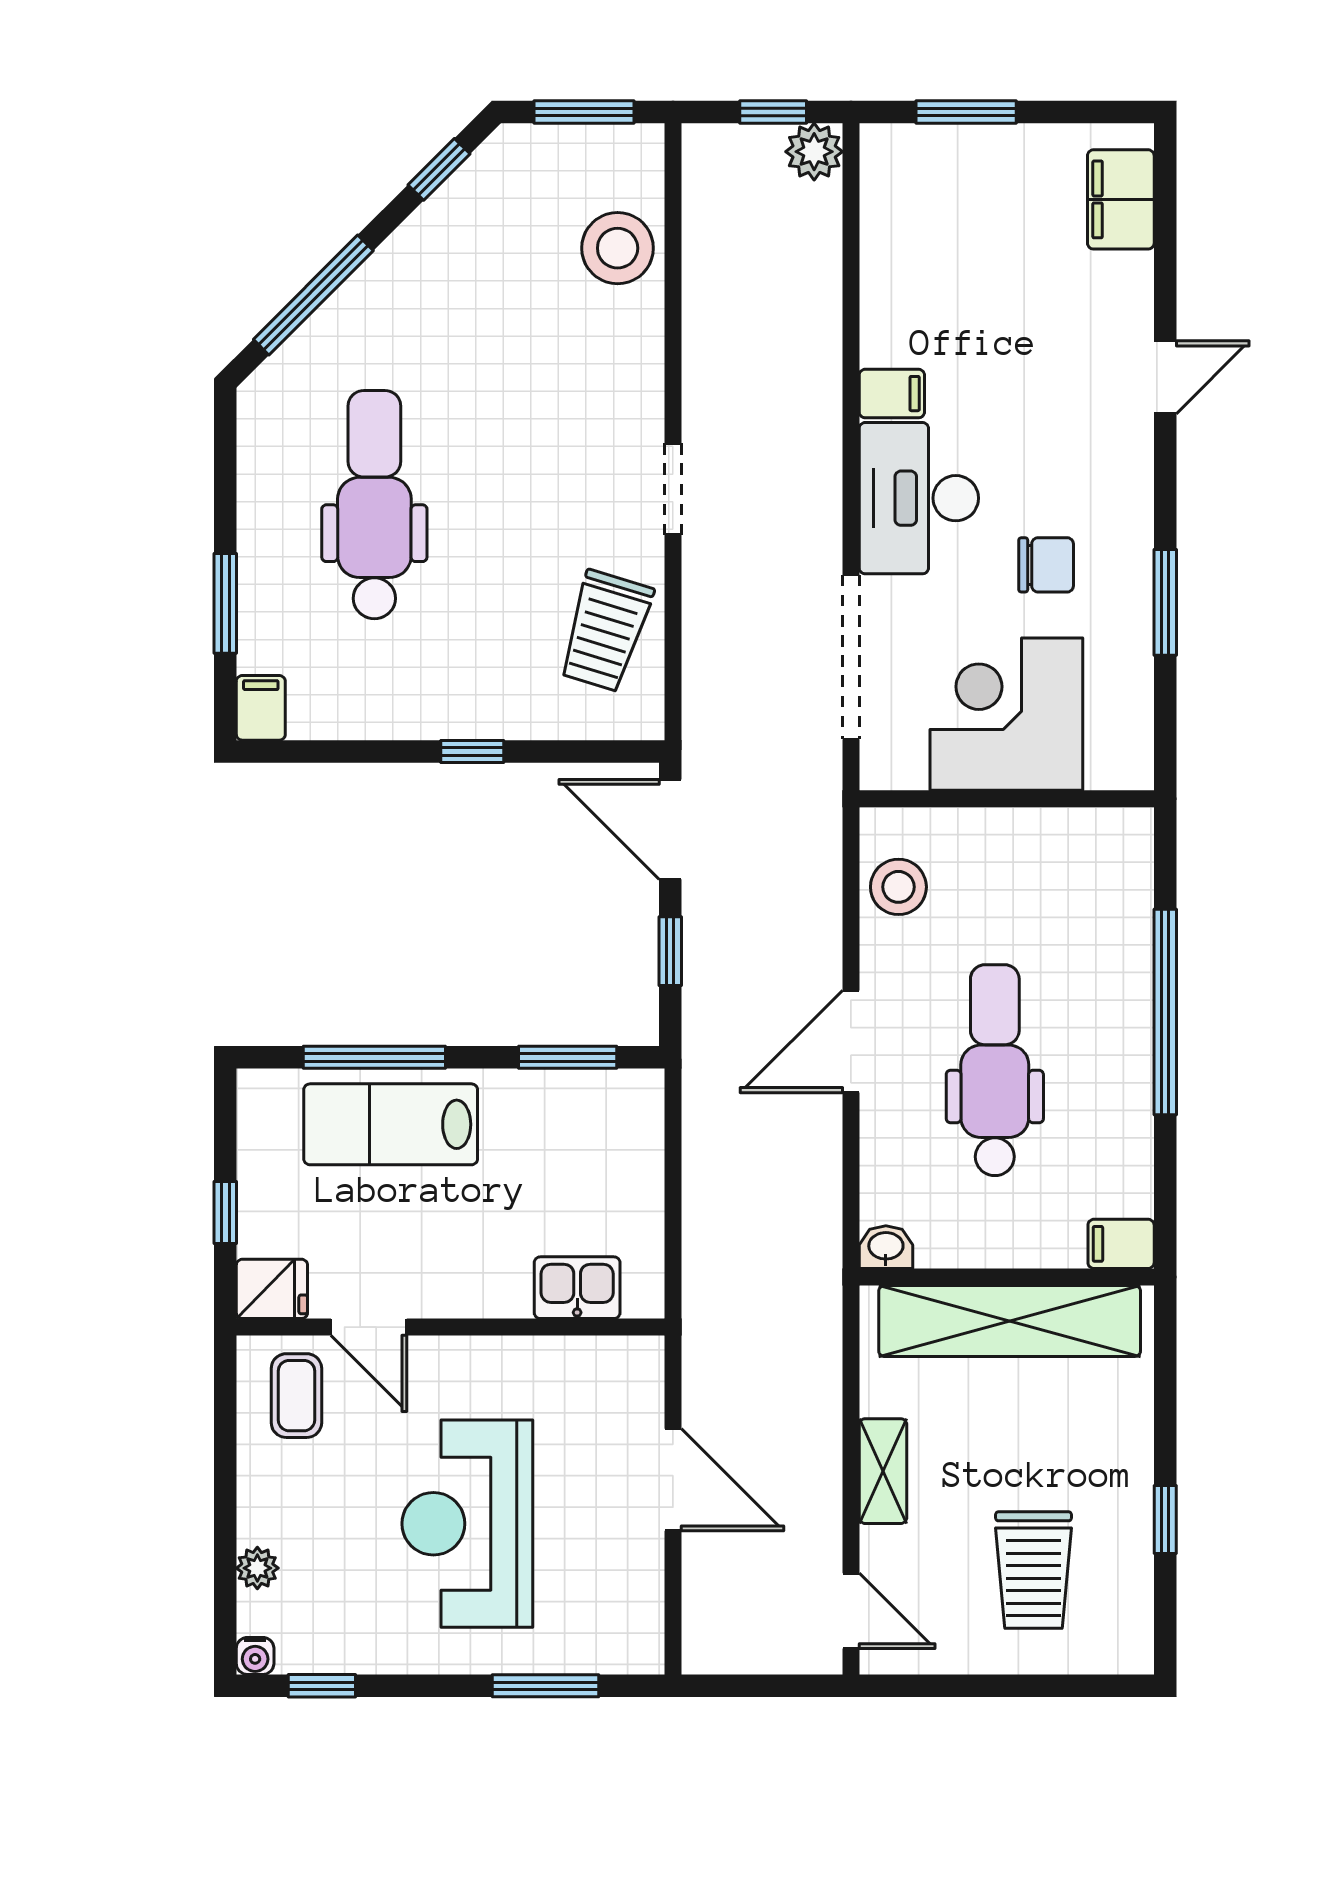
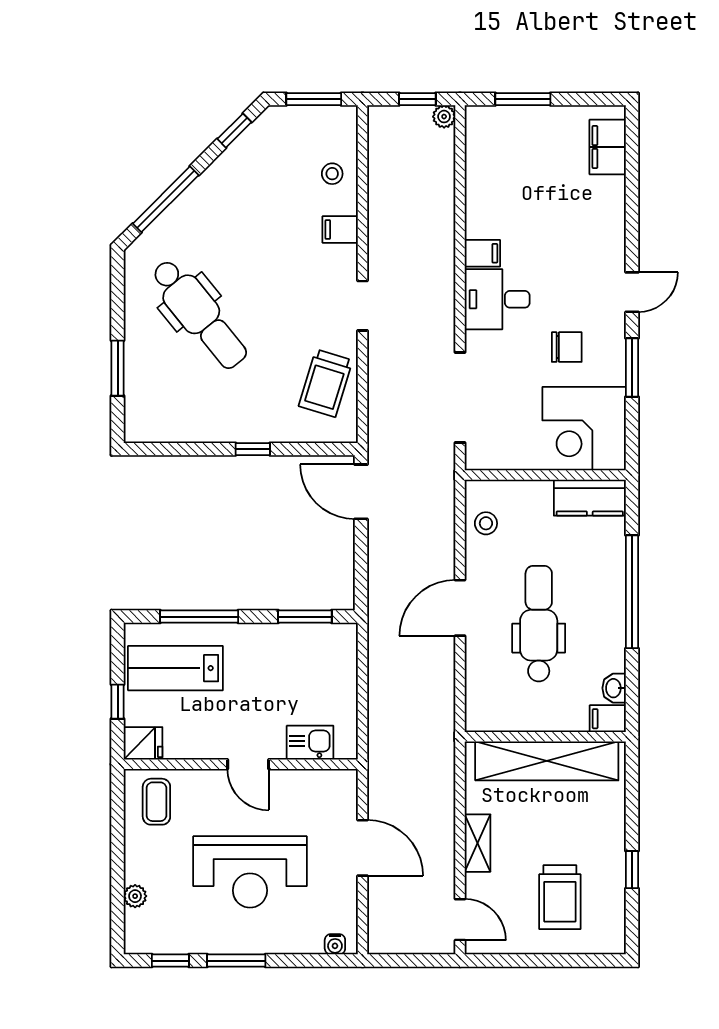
plant: (814, 152) -> (444, 117), width x0.73, depth x0.73
stool: (618, 248) -> (332, 174), width x0.53, depth x0.53
door: (1165, 377) -> (632, 292), moved
desk: (919, 498) -> (497, 299), width x0.73
dental chair: (374, 505) -> (199, 314), turned 141
filing cabinet: (261, 708) -> (340, 229), moved, turned -90
corner desk: (1006, 714) -> (584, 429), moved, turned -90
kitchen counter: (1088, 840) -> (590, 498), added
stool: (898, 887) -> (486, 523), width x0.73, depth x0.73
window: (670, 951) -> (361, 558), removed
lab bench: (391, 1124) -> (175, 668), moved
washbasin: (886, 1247) -> (614, 688), moved, turned -90
door: (369, 1327) -> (248, 764), moved
reception desk: (467, 1524) -> (250, 872), turned -90
water cooler: (255, 1656) -> (335, 944), moved
window: (545, 1686) -> (236, 961), moved

